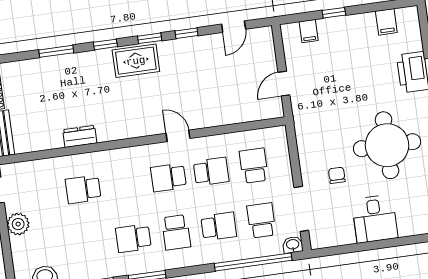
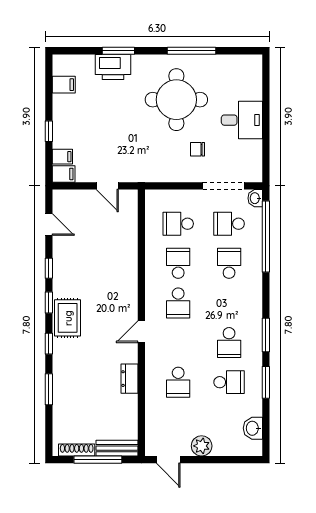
filing cabinet: (290, 35) -> (64, 174), added
door: (178, 136) -> (141, 332), moved
school desk: (176, 232) -> (229, 382), moved

